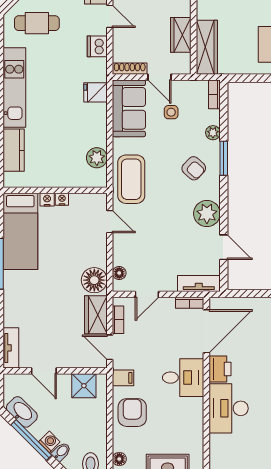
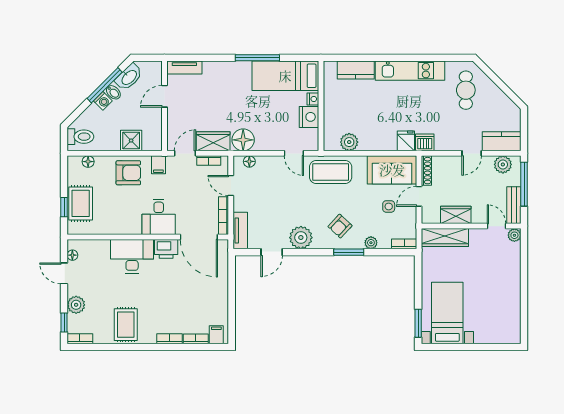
dishwasher: (97, 46) -> (425, 142), moved
nightstand: (62, 199) -> (309, 117), width x1.89, depth x1.79
door: (110, 222) -> (294, 153), hinge flipped
bookcase: (190, 303) -> (224, 216), width x1.56
shower: (84, 386) -> (131, 141), moved
bidet: (61, 452) -> (113, 92), moved

